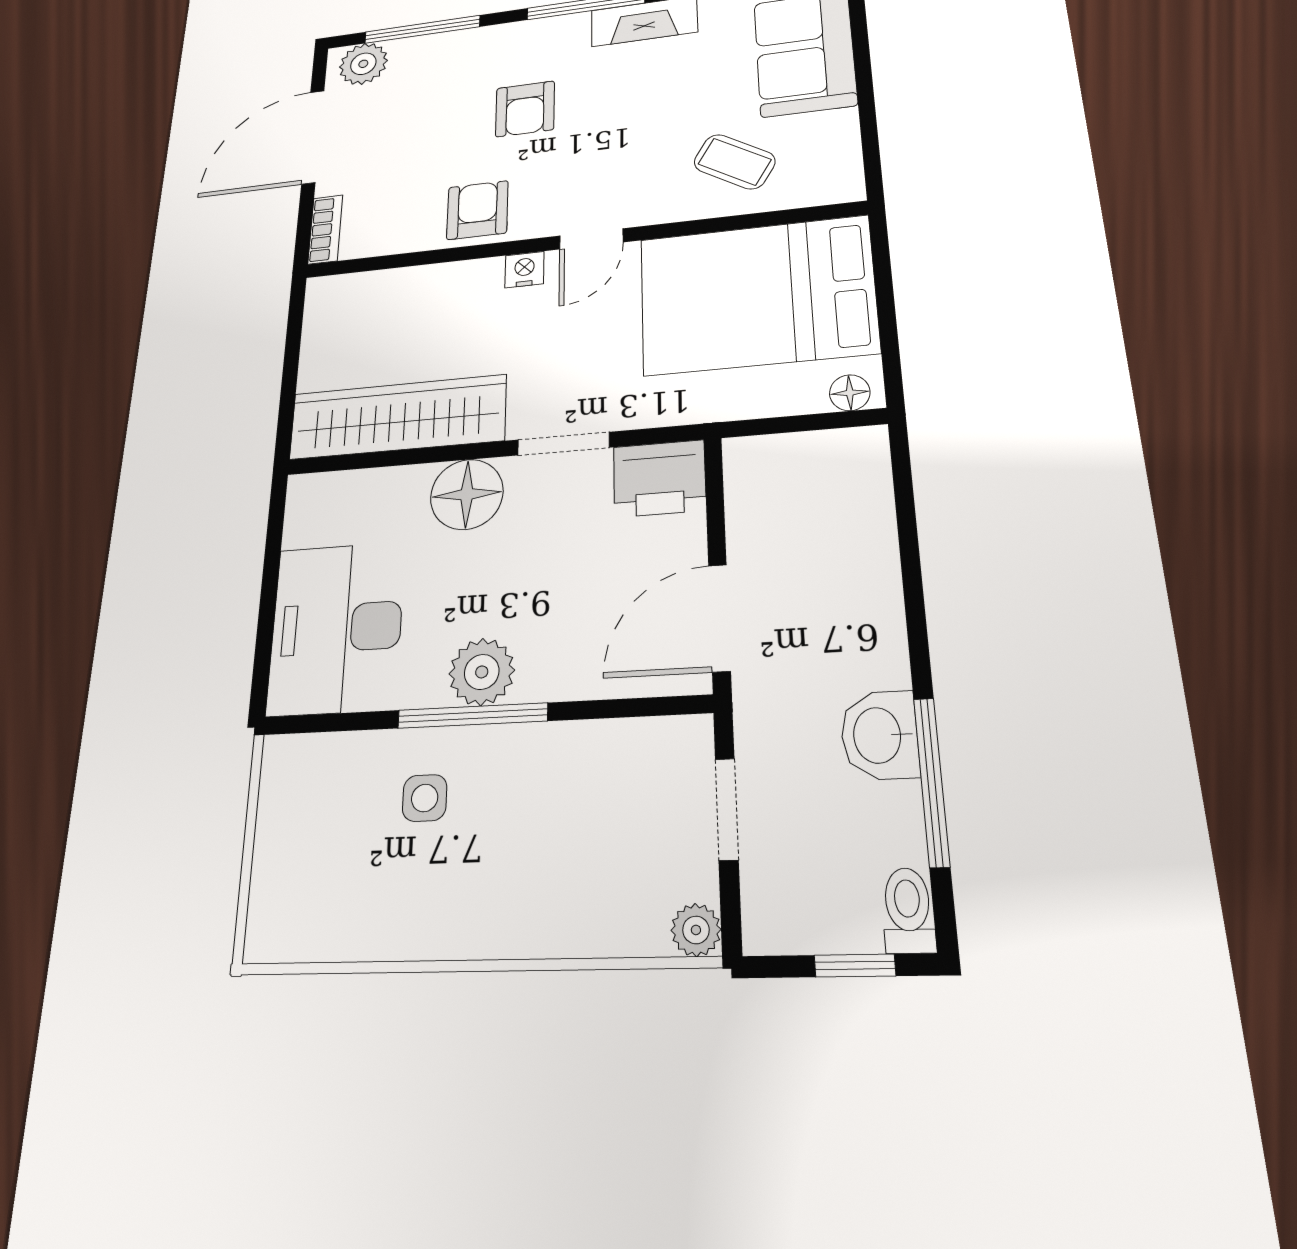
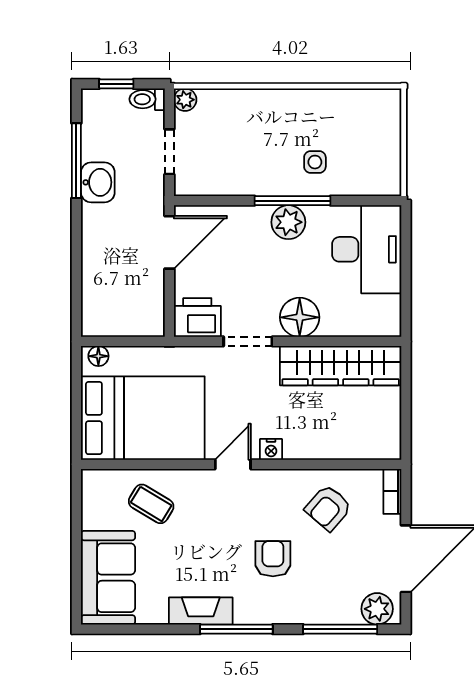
armchair: (477, 210) -> (328, 508), moved, turned 41
toilet: (908, 910) -> (147, 99), moved, turned 90

